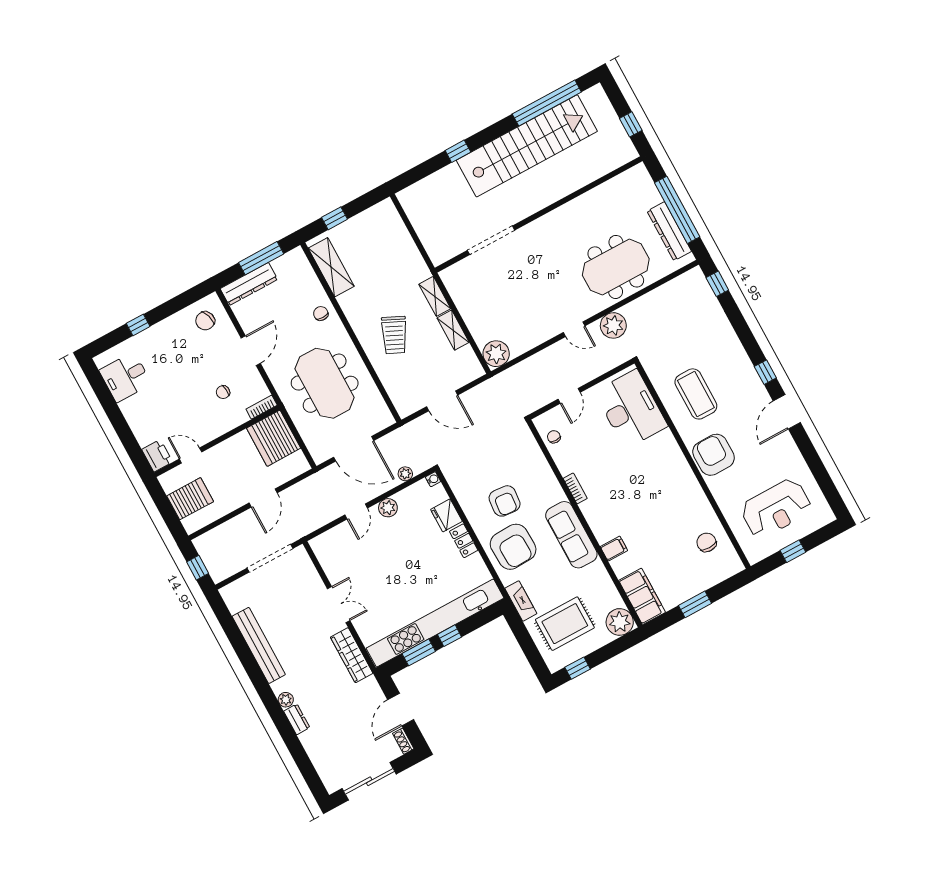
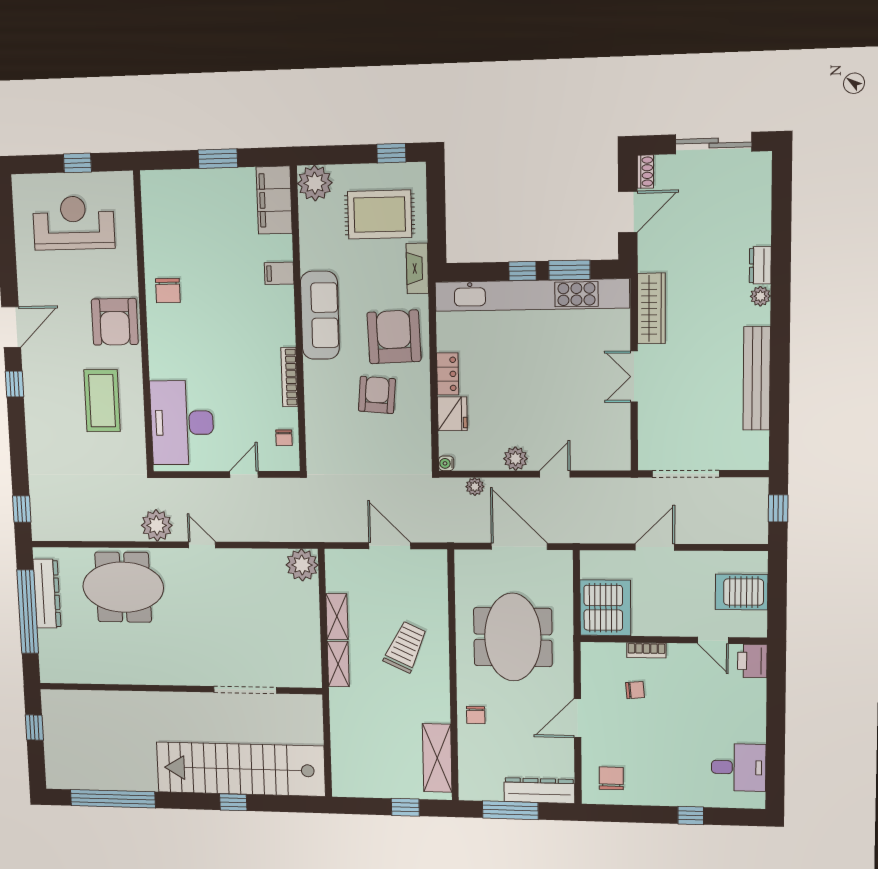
stairs: (527, 146) -> (241, 769), moved
chair: (205, 321) -> (611, 778), turned -73
bookcase: (262, 407) -> (646, 650), moved
bookcase: (575, 488) -> (289, 377), width x1.56
chair: (706, 542) -> (168, 291), moved

